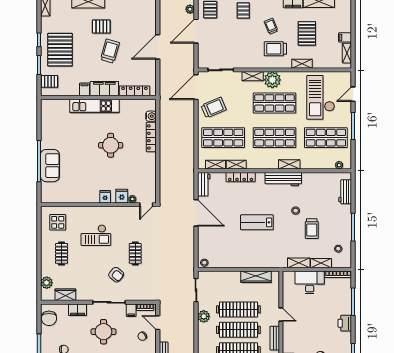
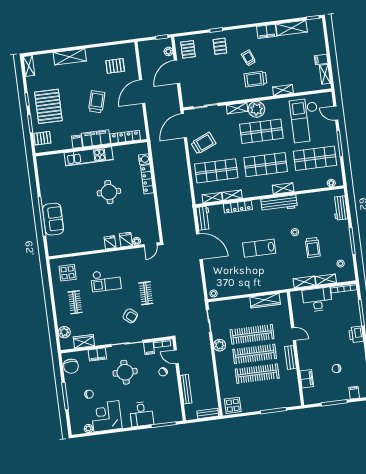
pallet: (101, 27) -> (115, 66), moved
pallet: (307, 33) -> (284, 60), removed
door: (353, 94) -> (336, 113), hinge flipped

